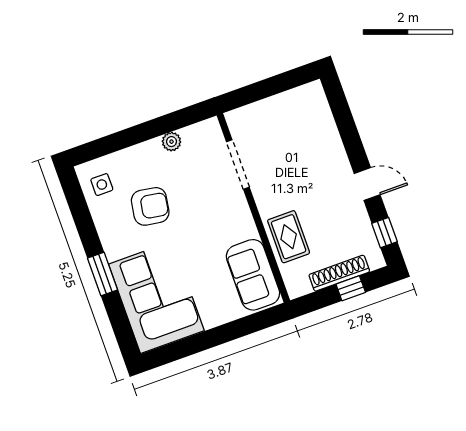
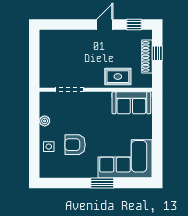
side table: (102, 185) -> (49, 147), moved
armchair: (150, 206) -> (75, 145), turned -99

